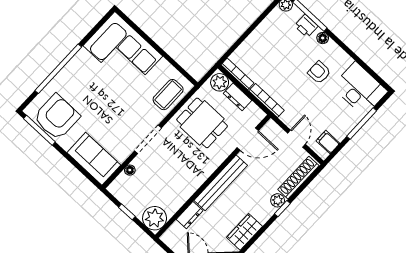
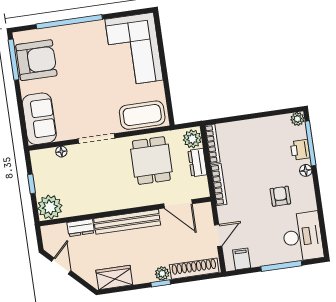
coffee table: (168, 95) -> (142, 115), width x1.36, depth x1.32

